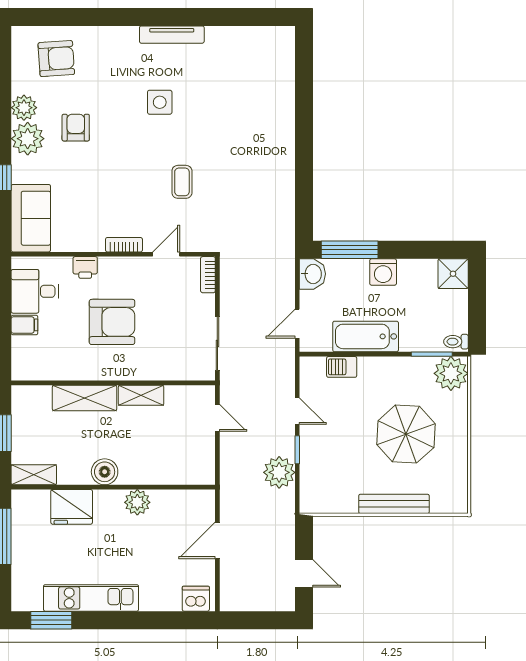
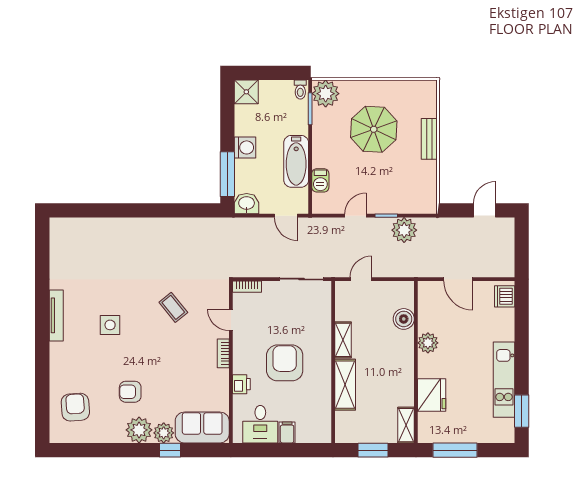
plant: (24, 108) -> (164, 433), moved
coffee table: (182, 182) -> (173, 307), turned 51
boiler: (105, 472) -> (404, 319), moved
bench: (394, 504) -> (429, 139), width x0.73

